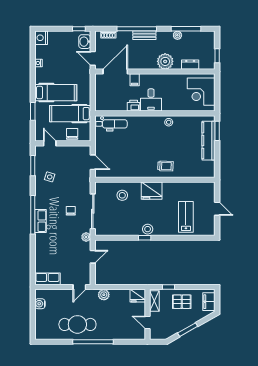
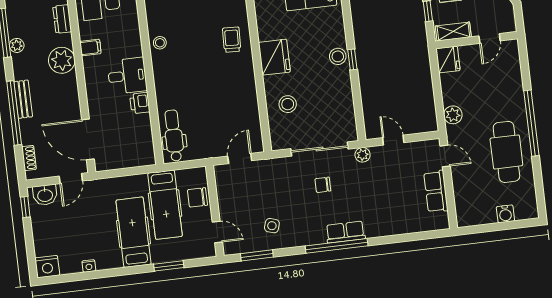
filing cabinet: (135, 80) -> (90, 47), moved
door: (50, 143) -> (217, 232), swing flipped
row of seats: (47, 279) -> (436, 191), moved
water cooler: (40, 304) -> (505, 214), moved

